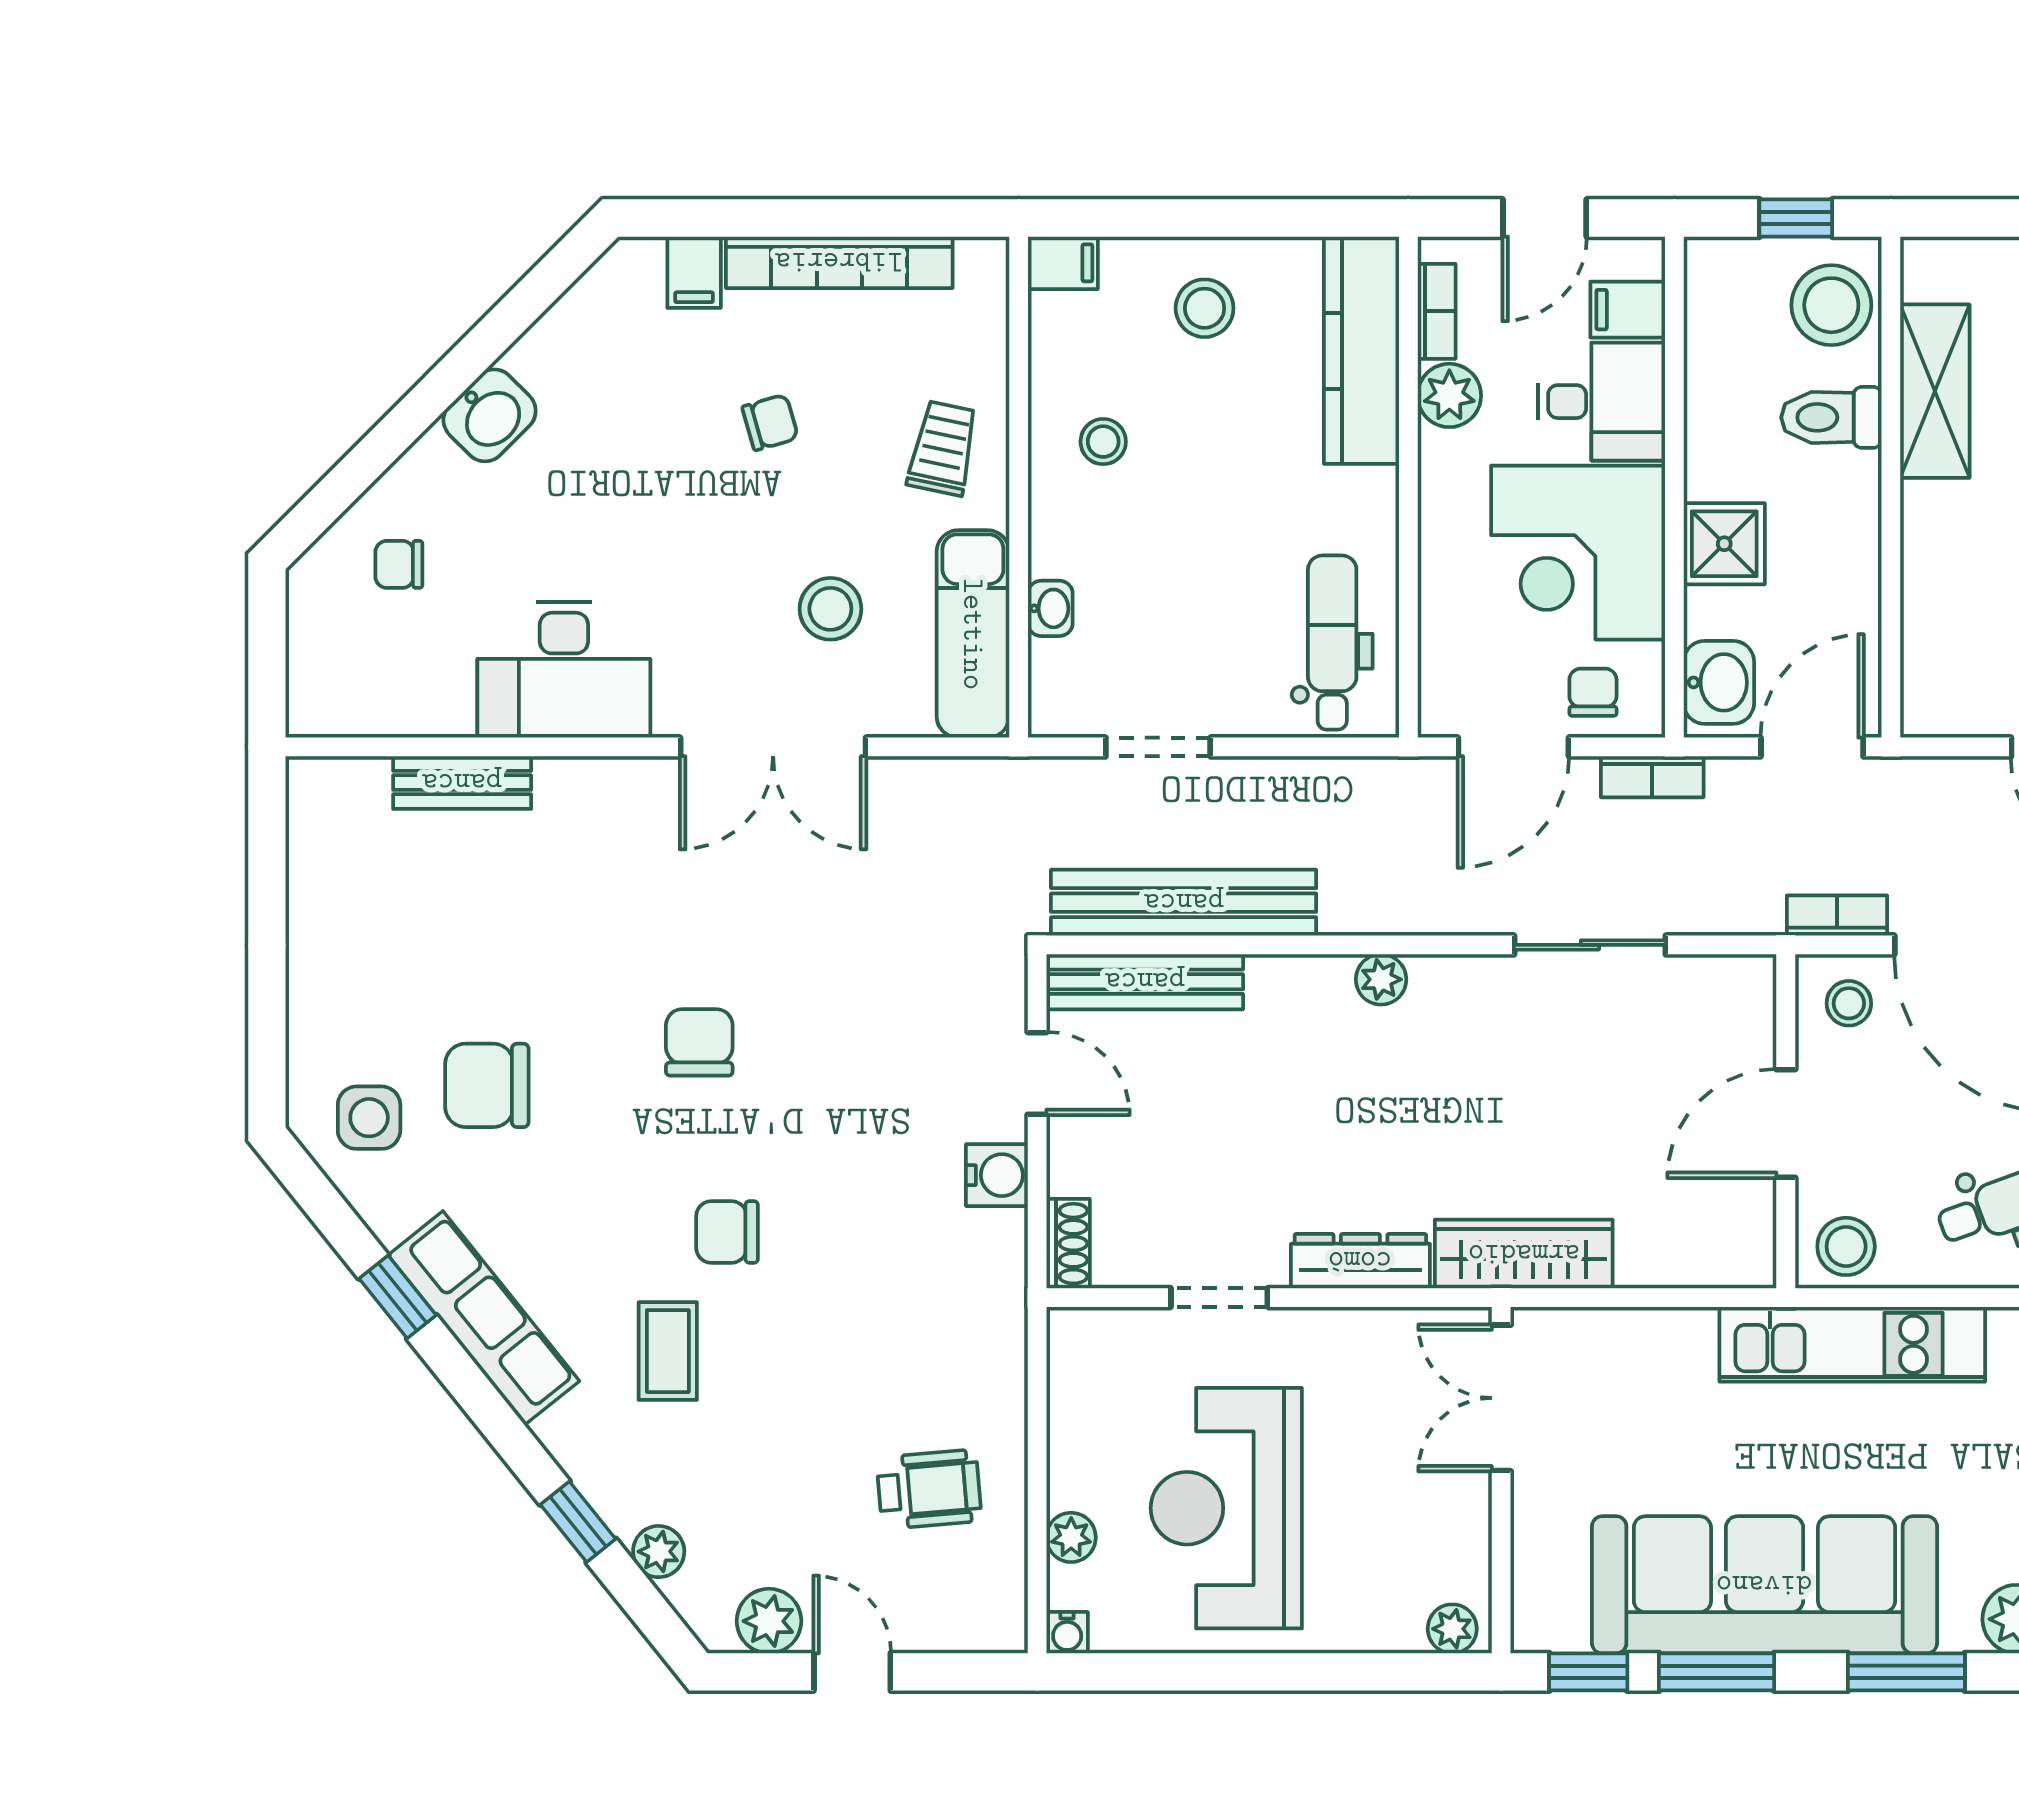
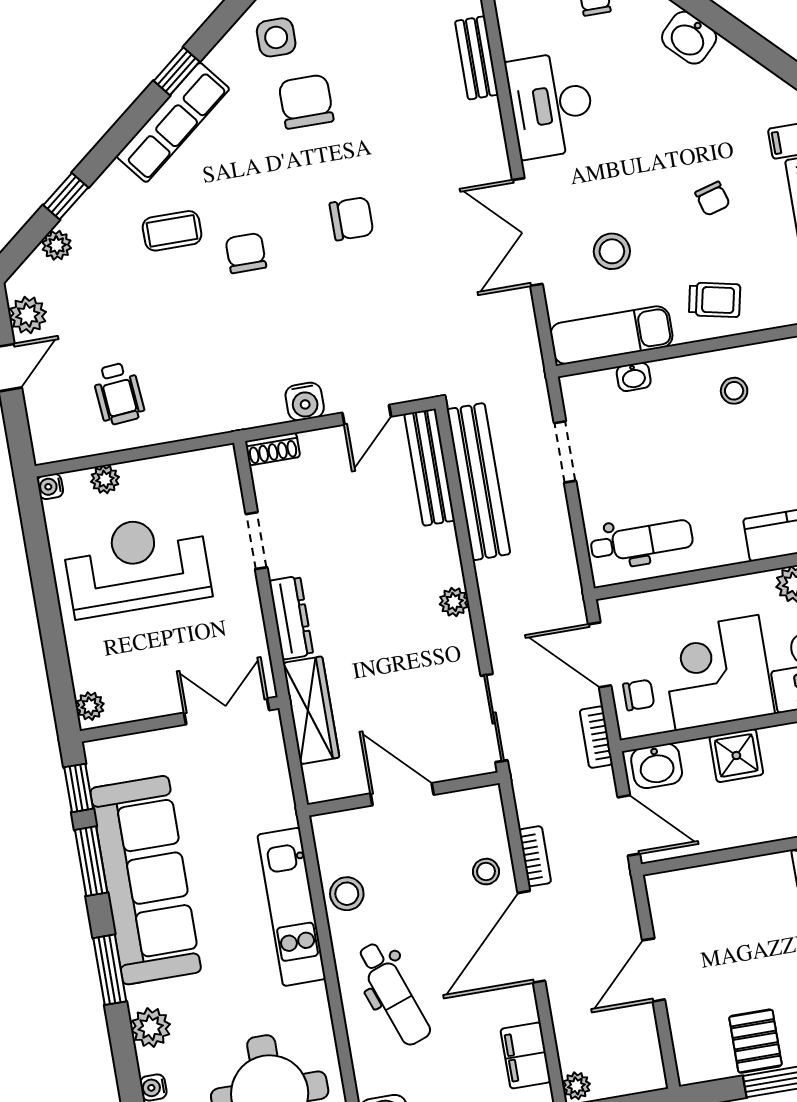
wall: (1786, 1121) -> (403, 794), moved
door: (1786, 1123) -> (402, 794), moved

